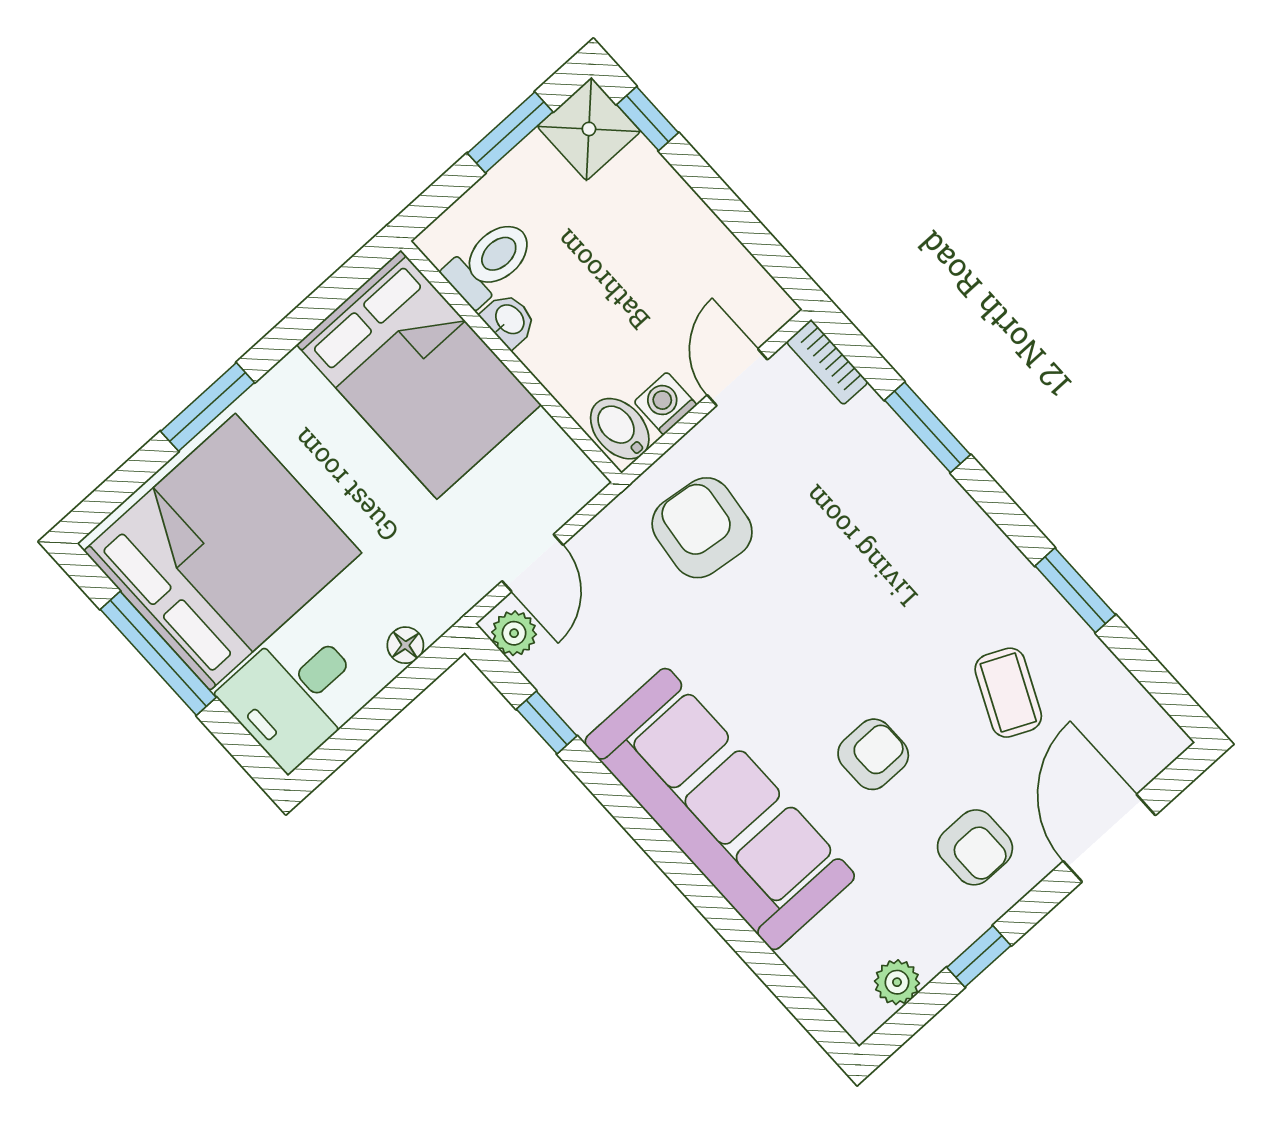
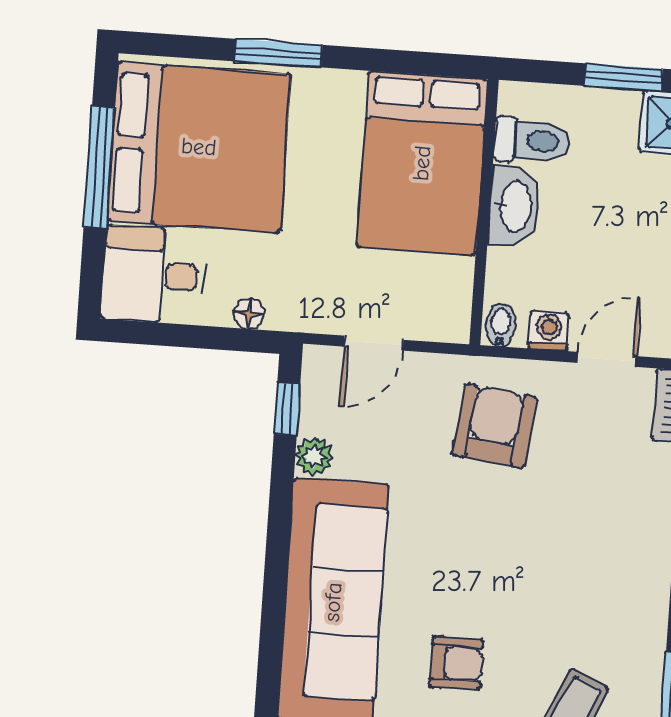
washbasin: (509, 320) -> (514, 206), width x1.91, depth x1.45
bidet: (620, 429) -> (501, 325), width x0.72, depth x0.74
plant: (514, 633) -> (314, 456), moved
window: (547, 723) -> (287, 409), moved

